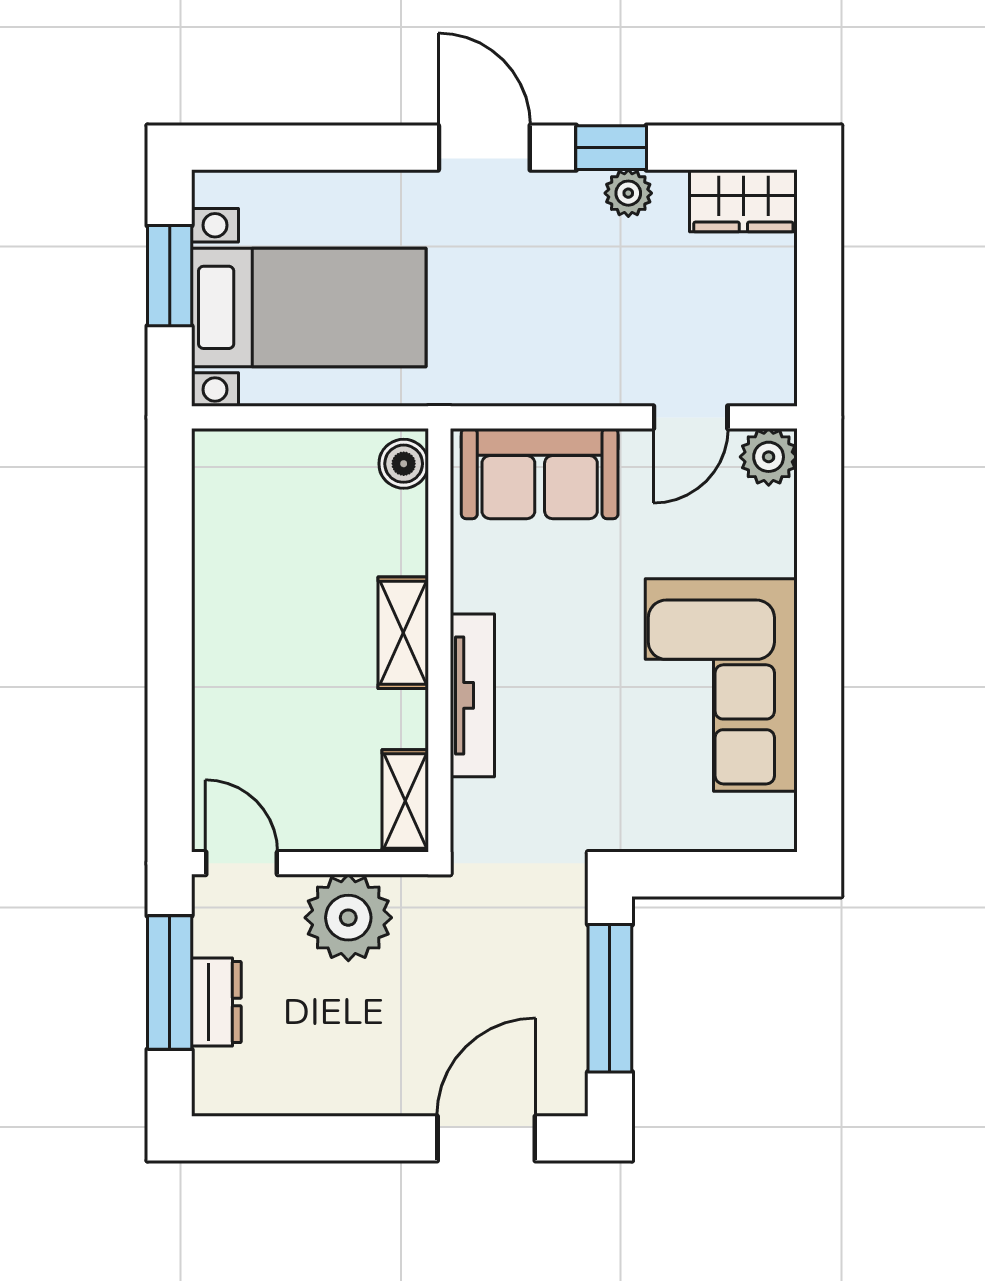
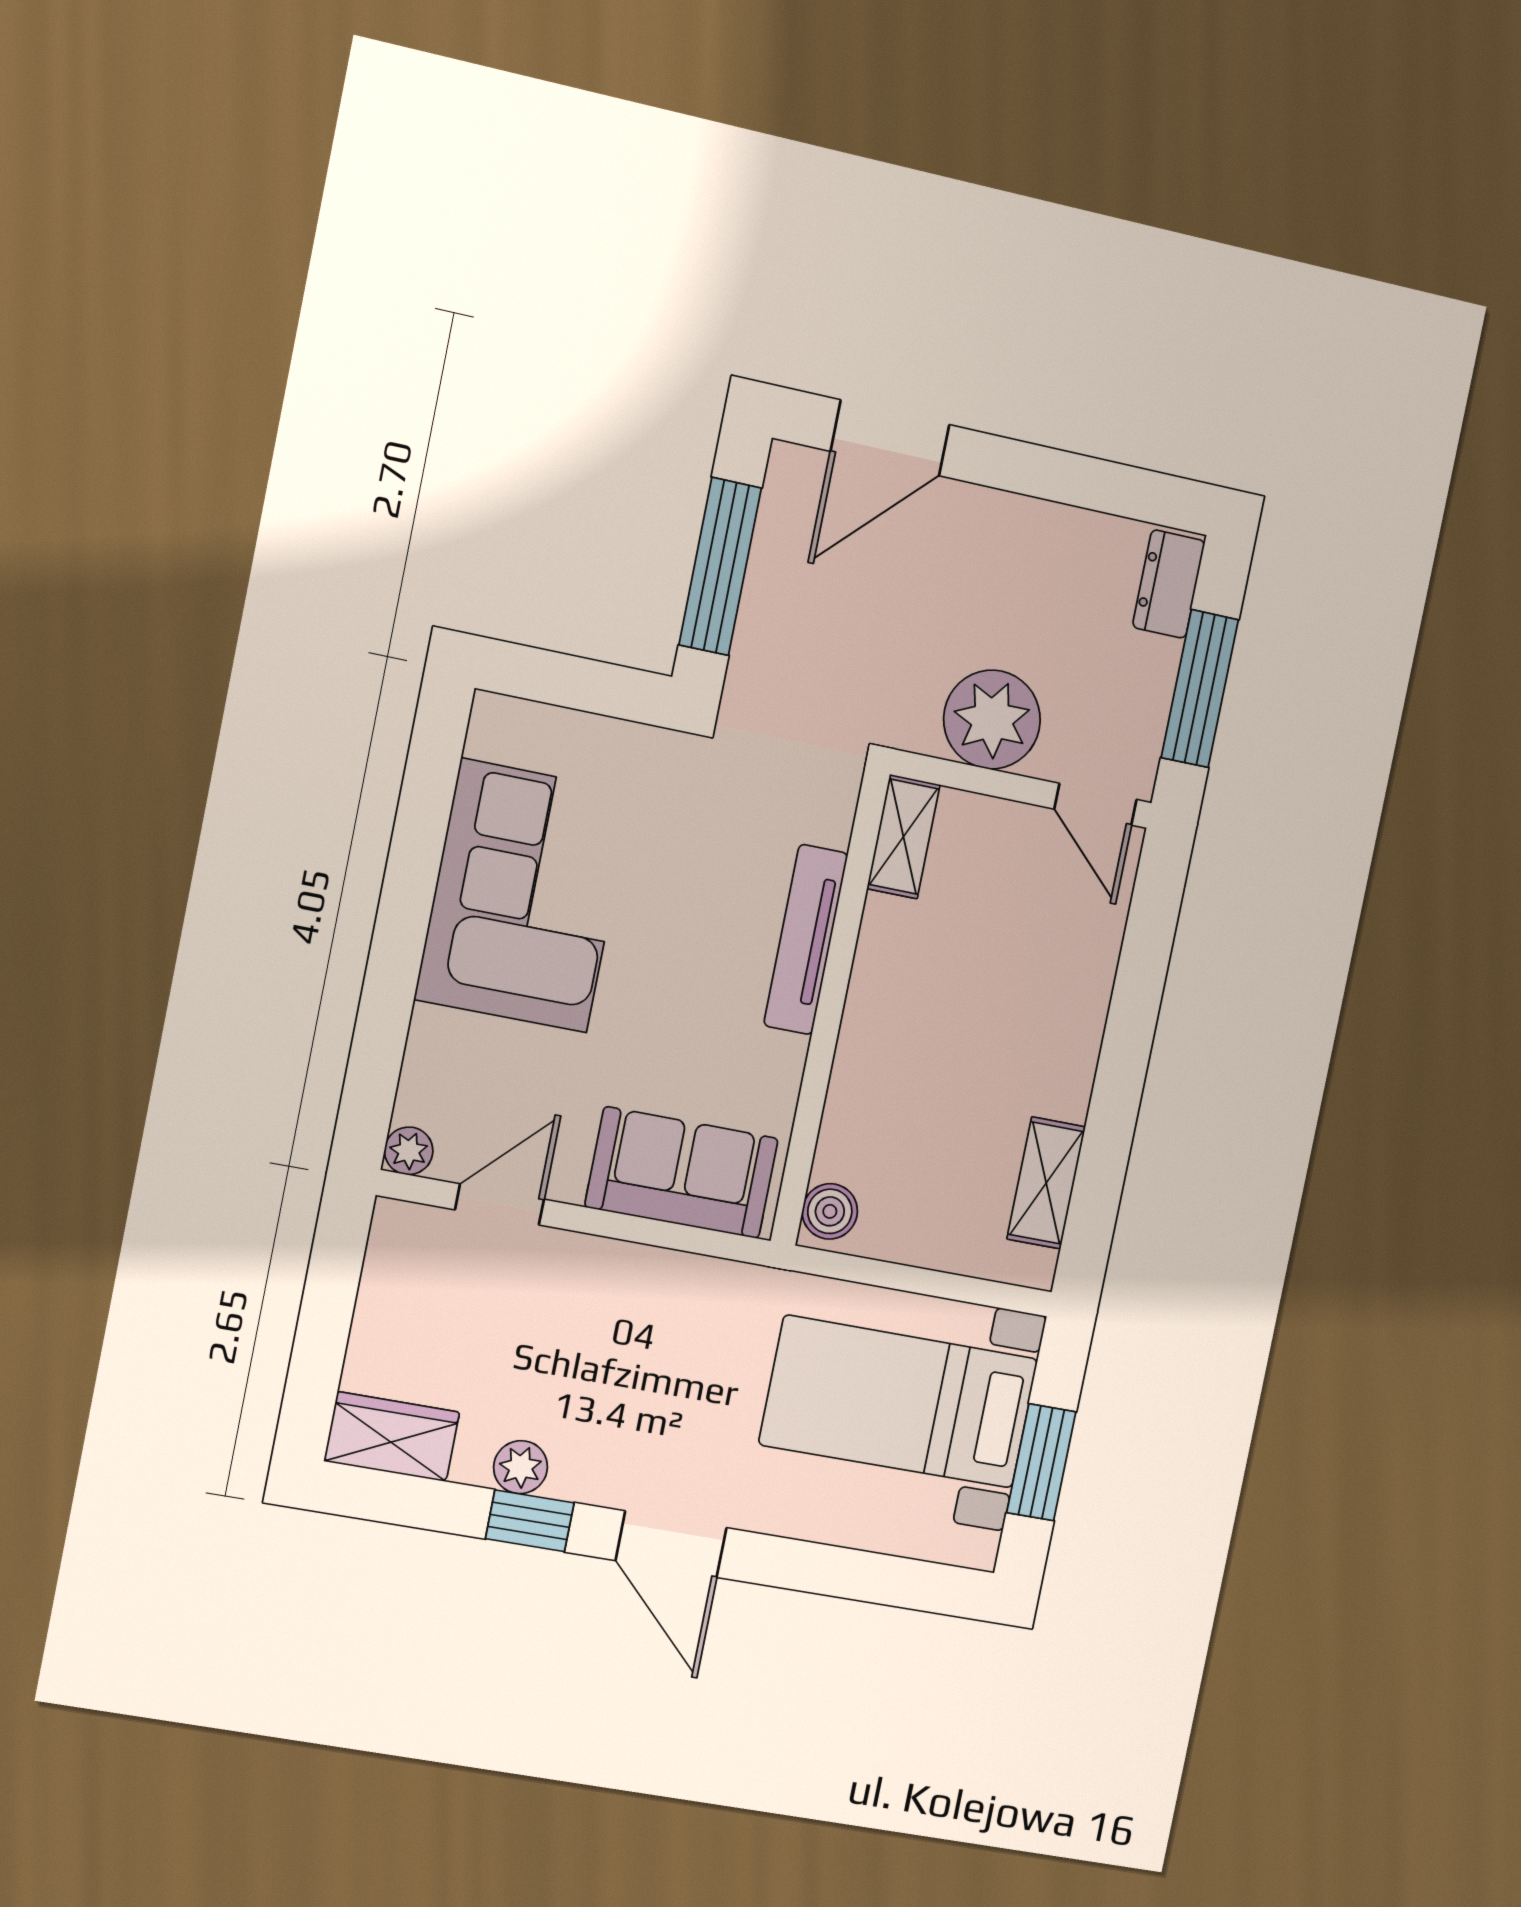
plant: (769, 457) -> (409, 1151), width x0.73, depth x0.73
shelving: (403, 633) -> (1046, 1183), moved
dresser: (216, 1002) -> (1169, 584), moved

